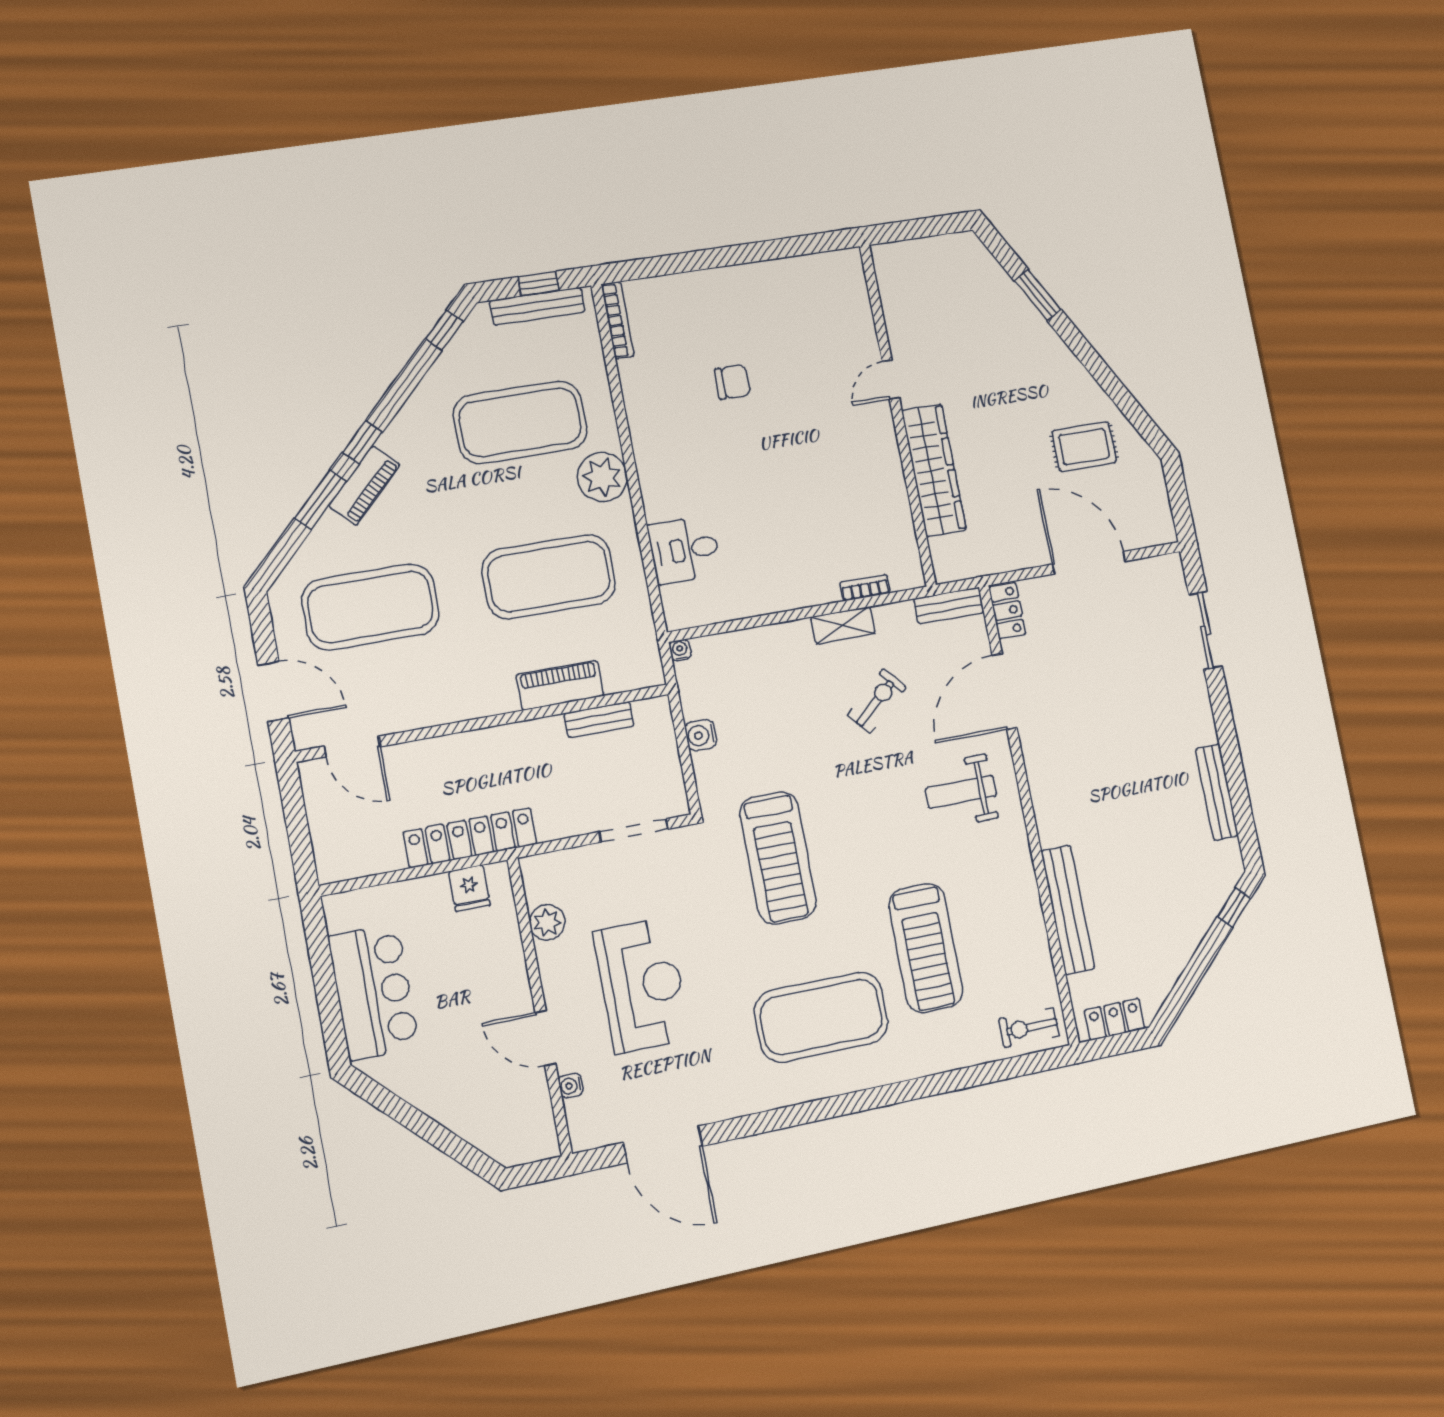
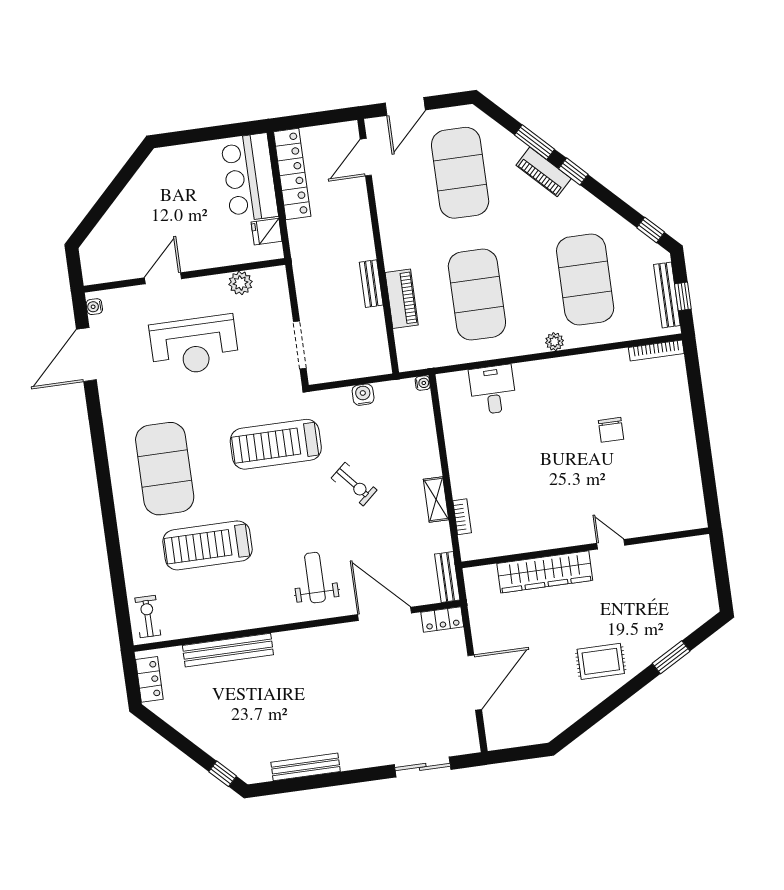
rug: (1084, 447) -> (601, 661), moved, turned 90
plant: (602, 477) -> (555, 342), width x0.53, depth x0.53
exercise bike: (877, 701) -> (354, 484), moved
bench: (599, 720) -> (371, 284), moved
locker: (470, 838) -> (292, 174), moved
bar counter: (374, 992) -> (249, 178), moved, turned 90
water cooler: (571, 1086) -> (94, 307), moved, turned -90

